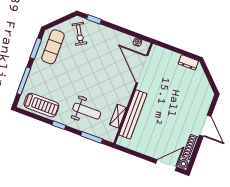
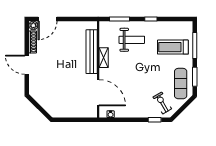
dresser: (188, 62) -> (61, 113), removed
treadmill: (41, 105) -> (173, 47), moved
weight bench: (87, 111) -> (132, 40), turned 180
shelving: (118, 116) -> (104, 58), moved

